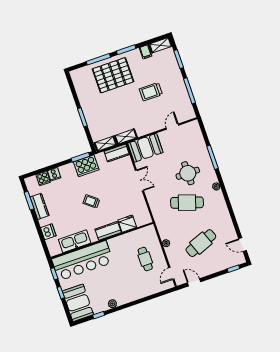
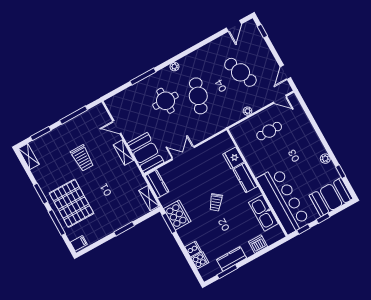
filing cabinet: (146, 52) -> (79, 243), moved
shelving: (126, 137) -> (124, 153), moved

